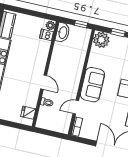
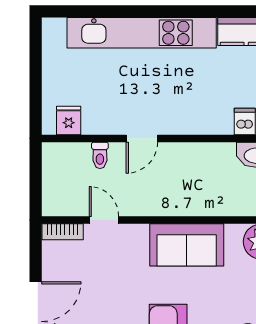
sofa: (93, 85) -> (187, 245), moved

